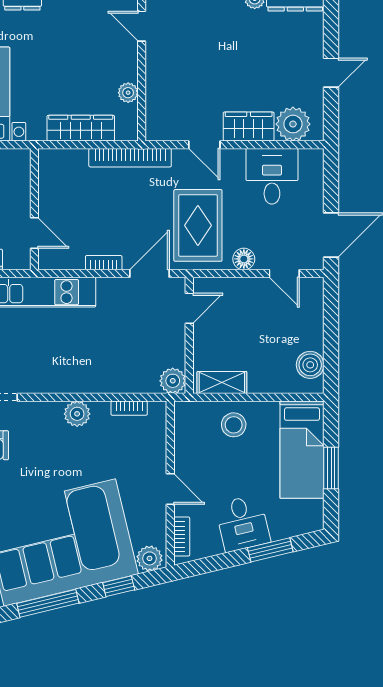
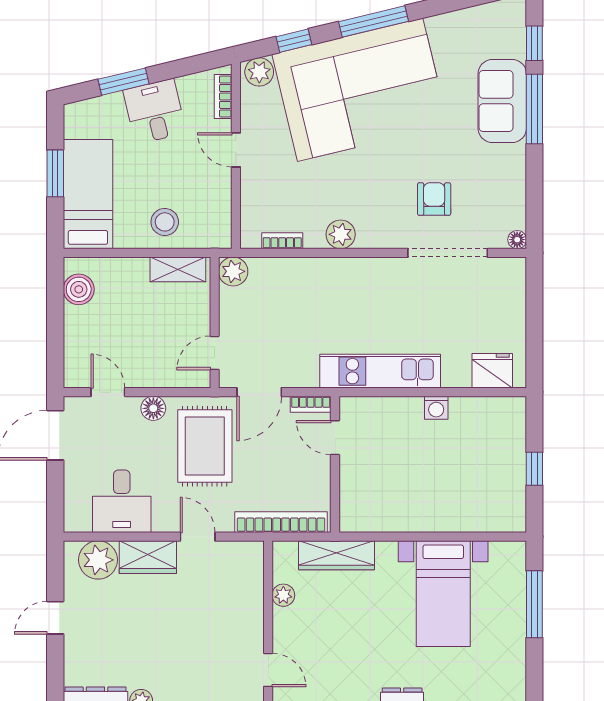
wall: (34, 209) -> (335, 464), moved
door: (34, 233) -> (335, 438), moved

